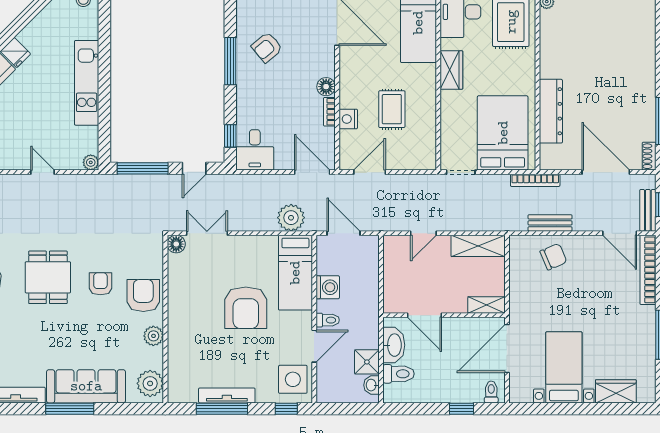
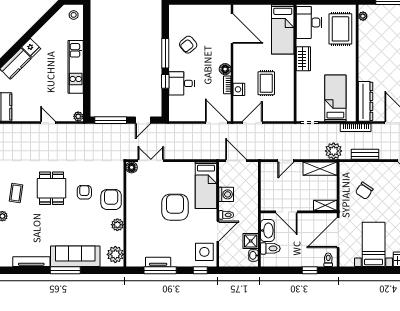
dresser: (551, 111) -> (365, 101), moved
bed: (503, 133) -> (335, 98), width x0.67
window: (230, 136) -> (165, 81), moved
desk: (255, 150) -> (182, 83), moved, turned 90
plant: (291, 218) -> (334, 151), moved
chair: (553, 257) -> (364, 191), moved, turned 147
armchair: (246, 308) -> (175, 207), turned 180
tv unit: (227, 395) -> (158, 262), width x0.71

